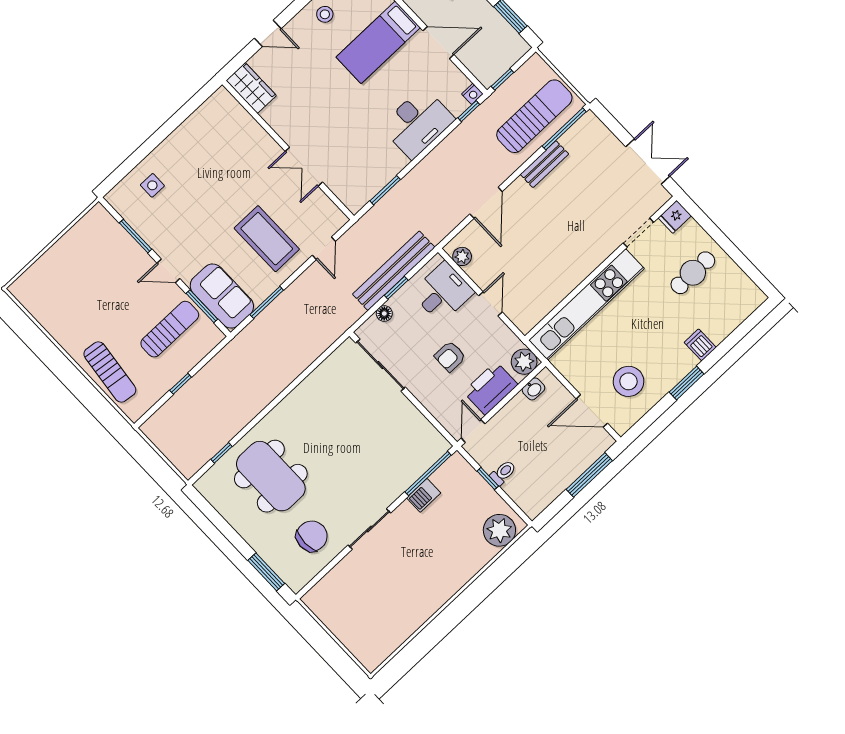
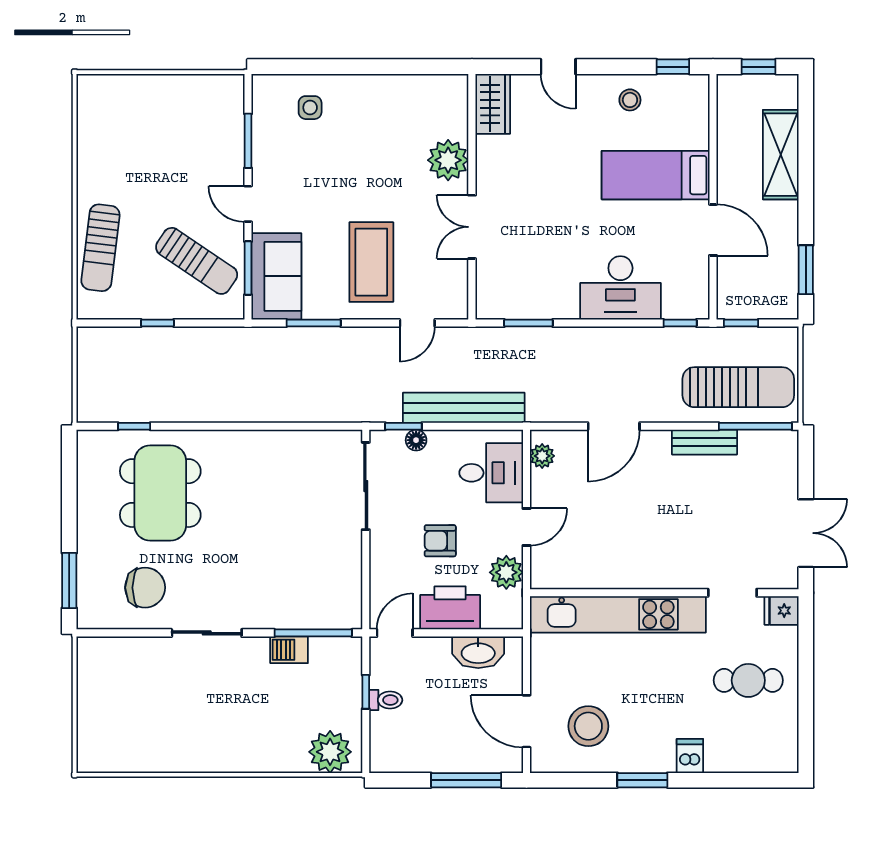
nightstand: (472, 94) -> (699, 310), removed
plant: (256, 142) -> (448, 160), added
window: (396, 288) -> (403, 426), moved
sun lounger: (170, 329) -> (197, 261), turned 34
plant: (524, 362) -> (506, 572), moved
washbasin: (533, 389) -> (478, 652), width x1.91, depth x1.45

